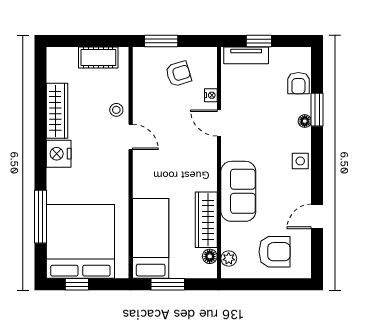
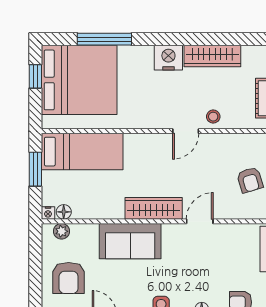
nightstand: (211, 95) -> (48, 213), moved
wardrobe: (206, 220) -> (154, 208), moved

